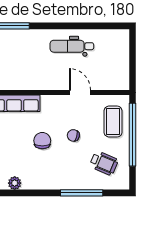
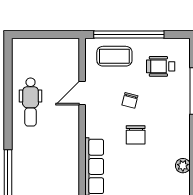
chair: (42, 141) -> (136, 135), turned -90
wheelchair: (104, 163) -> (161, 66), turned -113

